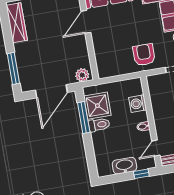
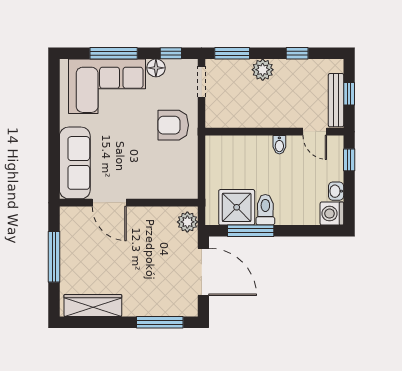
washing machine: (138, 104) -> (332, 214), moved, turned 90
washbasin: (125, 166) -> (336, 191), width x0.52, depth x0.69

